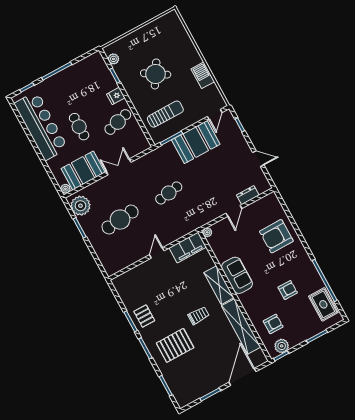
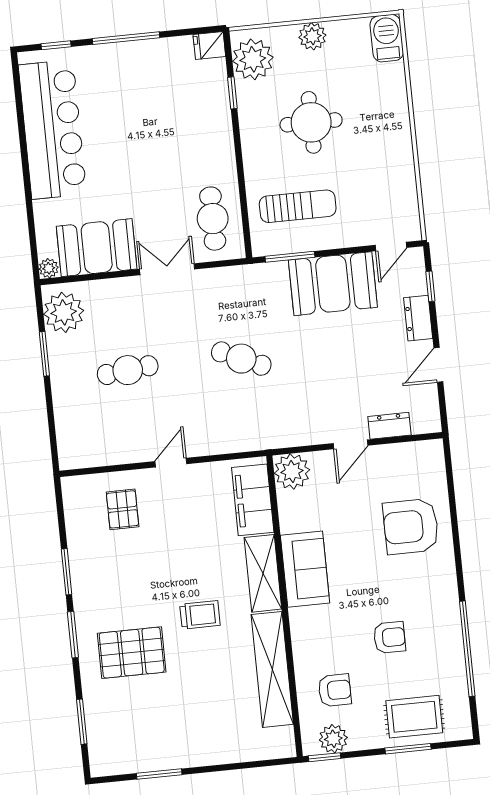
plant: (140, 35) -> (312, 36), added
plant: (113, 59) -> (253, 59), width x1.87, depth x1.87
round table: (156, 74) -> (311, 122), turned -32
barbecue: (203, 75) -> (387, 38), moved
fridge: (116, 96) -> (209, 46), moved
cafe table: (118, 122) -> (213, 219), moved, turned -75
cafe table: (79, 127) -> (124, 161), removed
dresser: (240, 141) -> (418, 318), added
door: (258, 159) -> (438, 365), swing flipped
cafe table: (169, 193) -> (241, 359), turned 33
cafe table: (120, 220) -> (128, 370), width x0.73, depth x0.74
plant: (207, 232) -> (292, 471), width x1.87, depth x1.87
filing cabinet: (188, 248) -> (253, 500), moved, turned 90
rug: (323, 304) -> (414, 717), moved, turned 90
pallet: (144, 316) -> (123, 509), moved
door: (243, 377) -> (235, 766), removed

